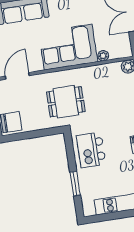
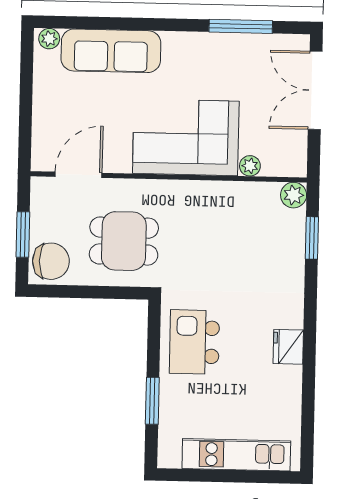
dining table: (66, 102) -> (124, 241), moved

